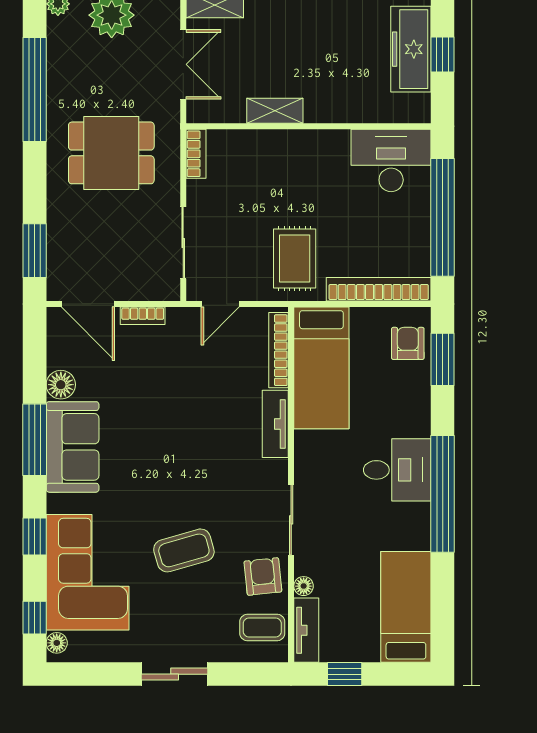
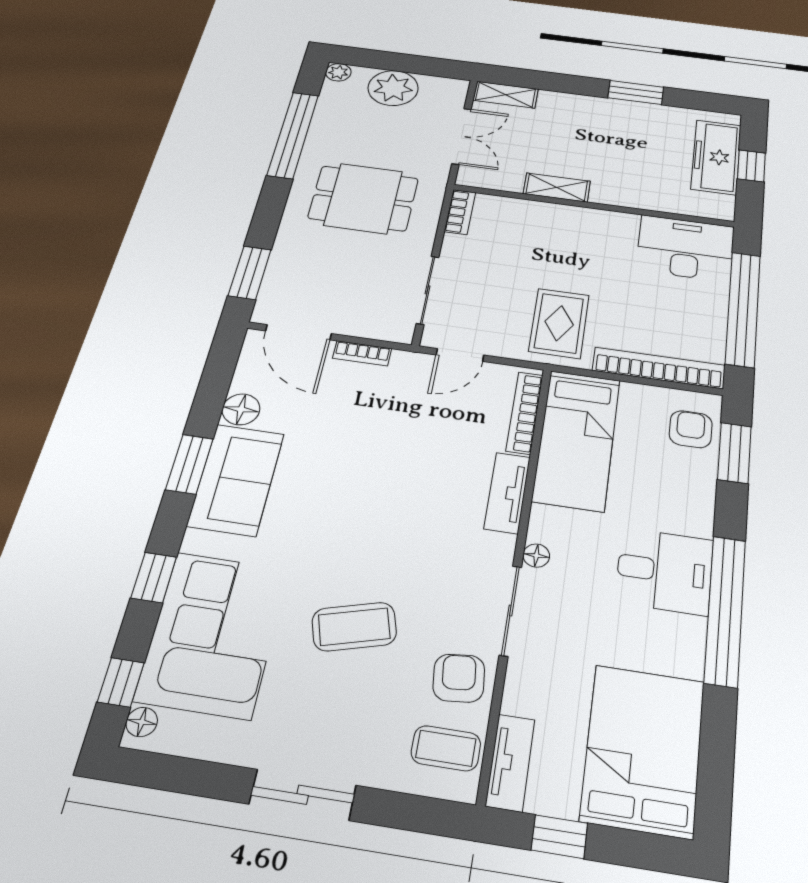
window: (35, 440) -> (189, 464), width x0.69
floor lamp: (304, 586) -> (536, 556), moved
bed: (406, 607) -> (643, 750), width x1.50

